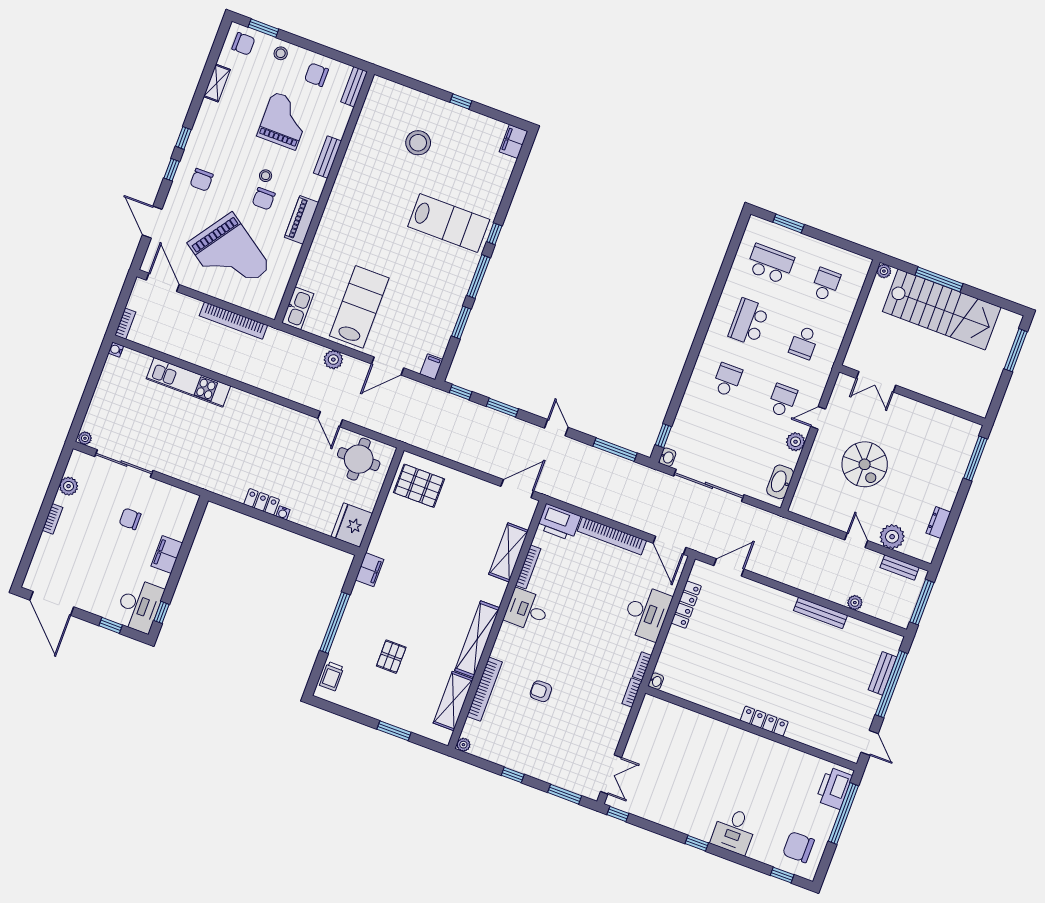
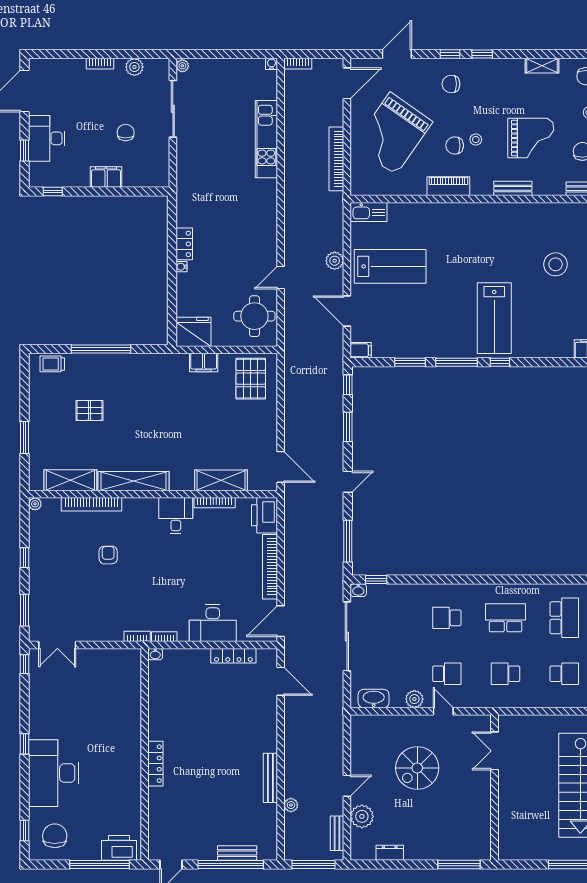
school desk: (727, 380) -> (447, 618), turned 180
filing cabinet: (370, 570) -> (204, 362), moved
desk: (139, 605) -> (47, 138), moved, turned 90
desk: (734, 831) -> (54, 773), width x1.87, depth x1.30

